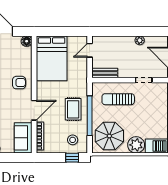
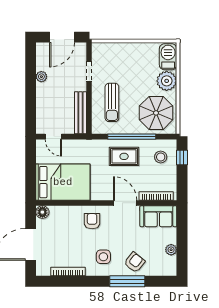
bench: (105, 73) -> (80, 113), width x1.36

